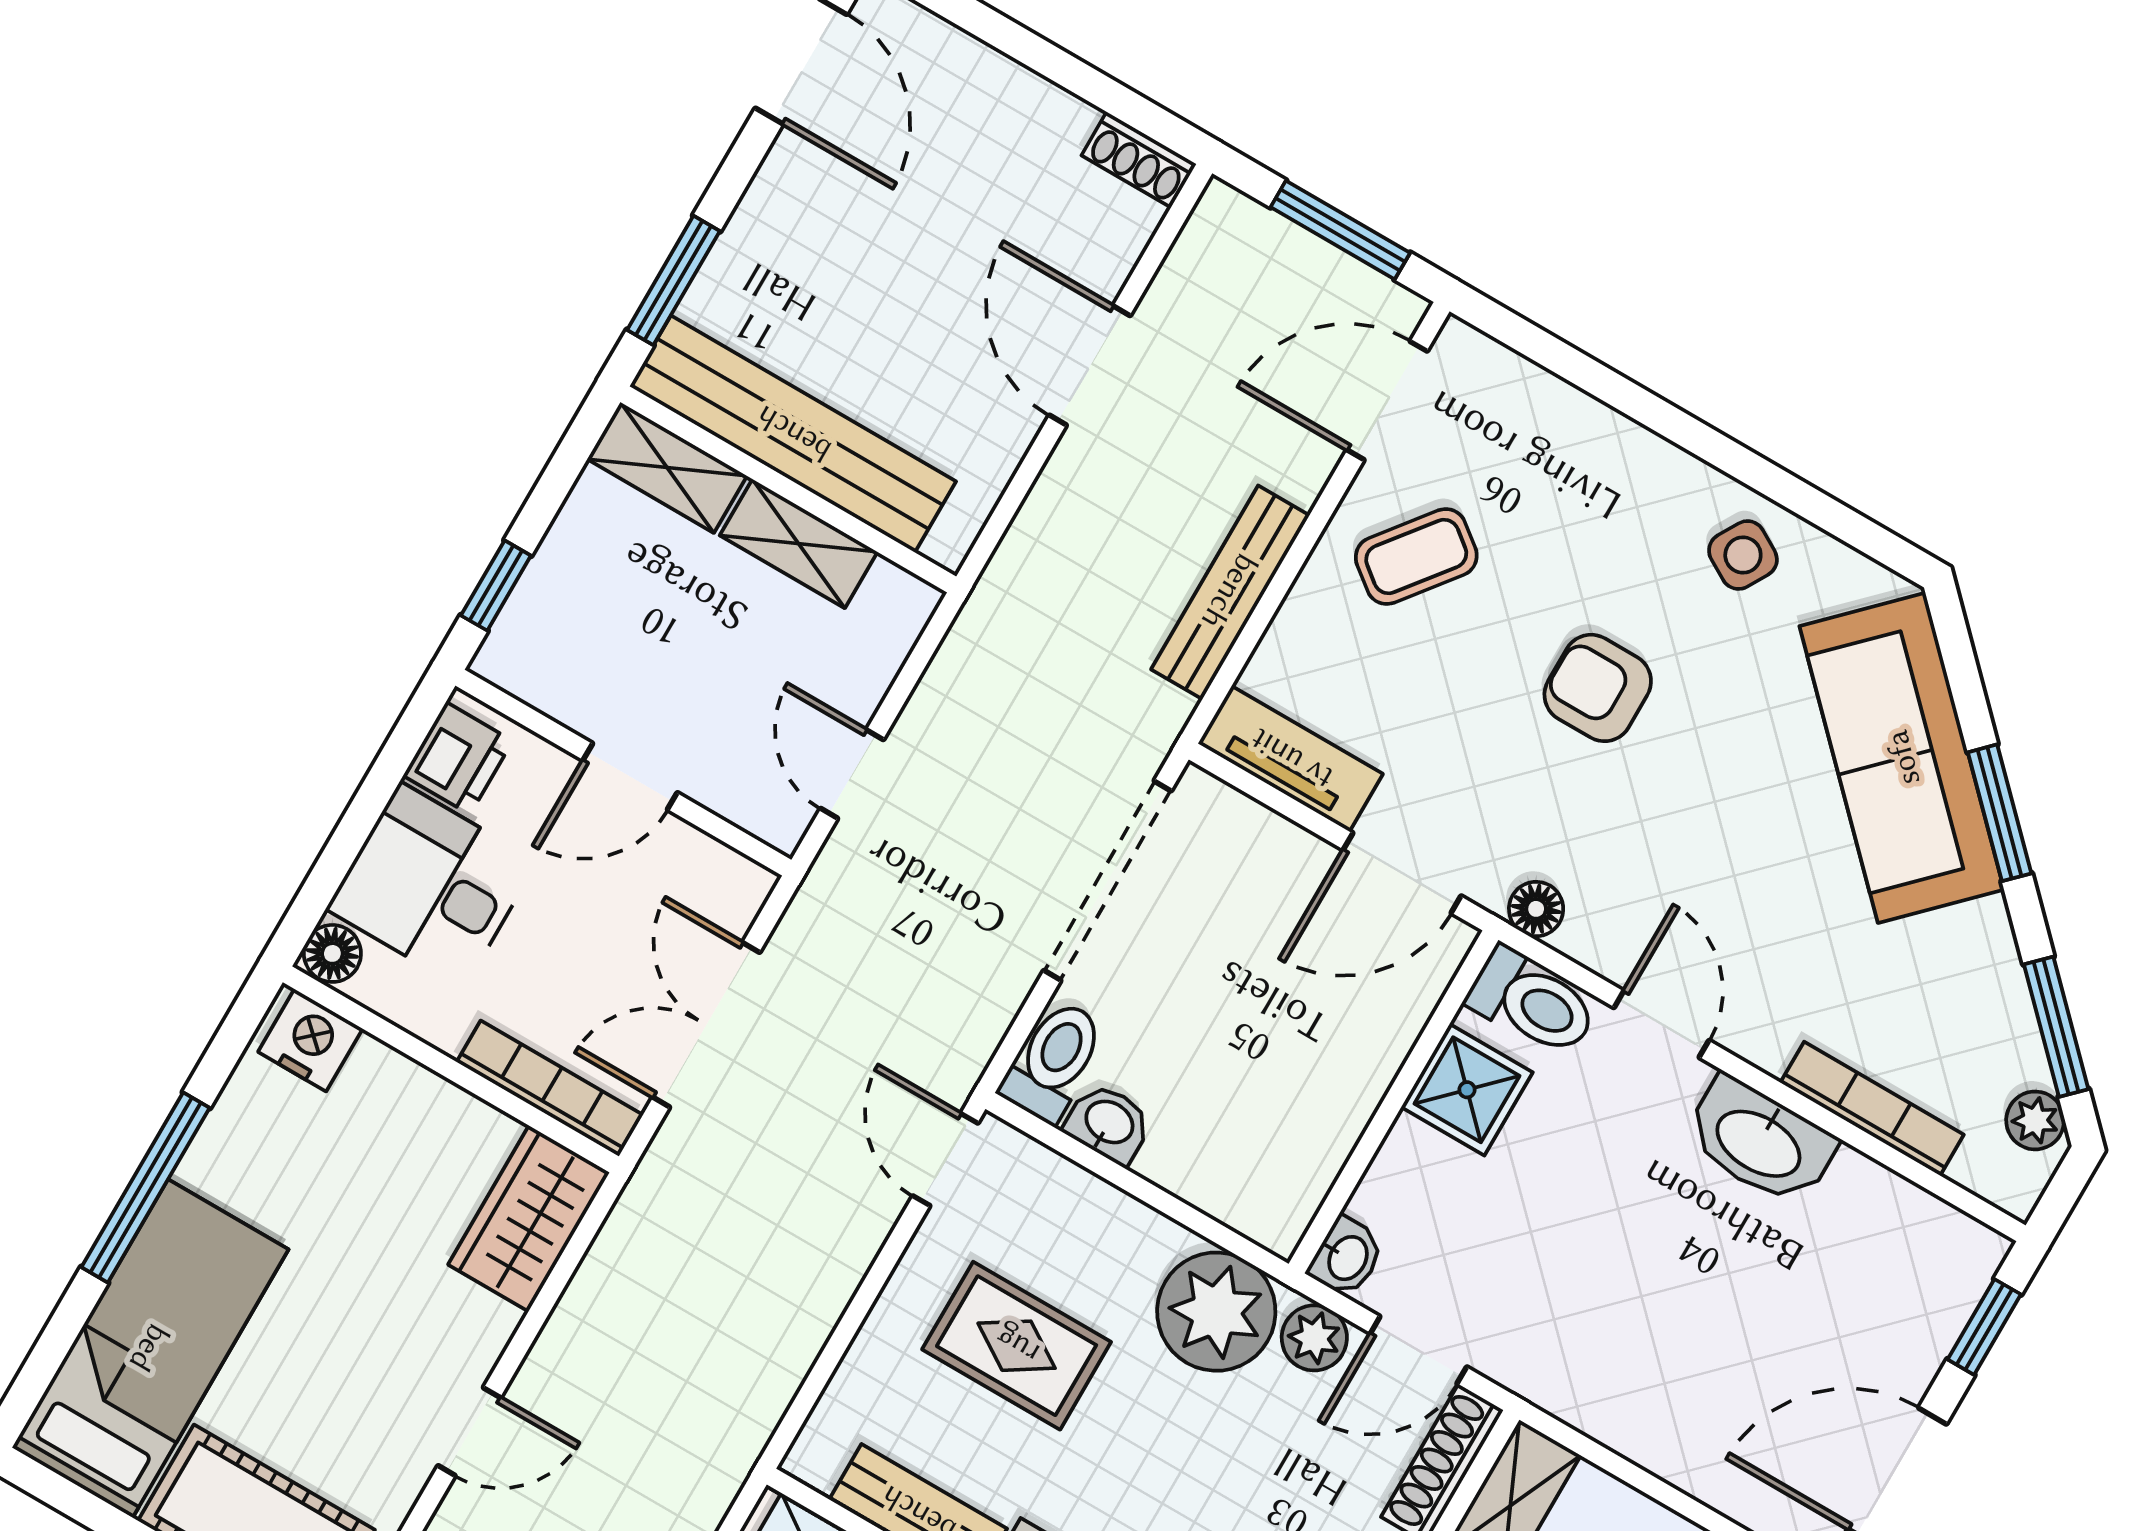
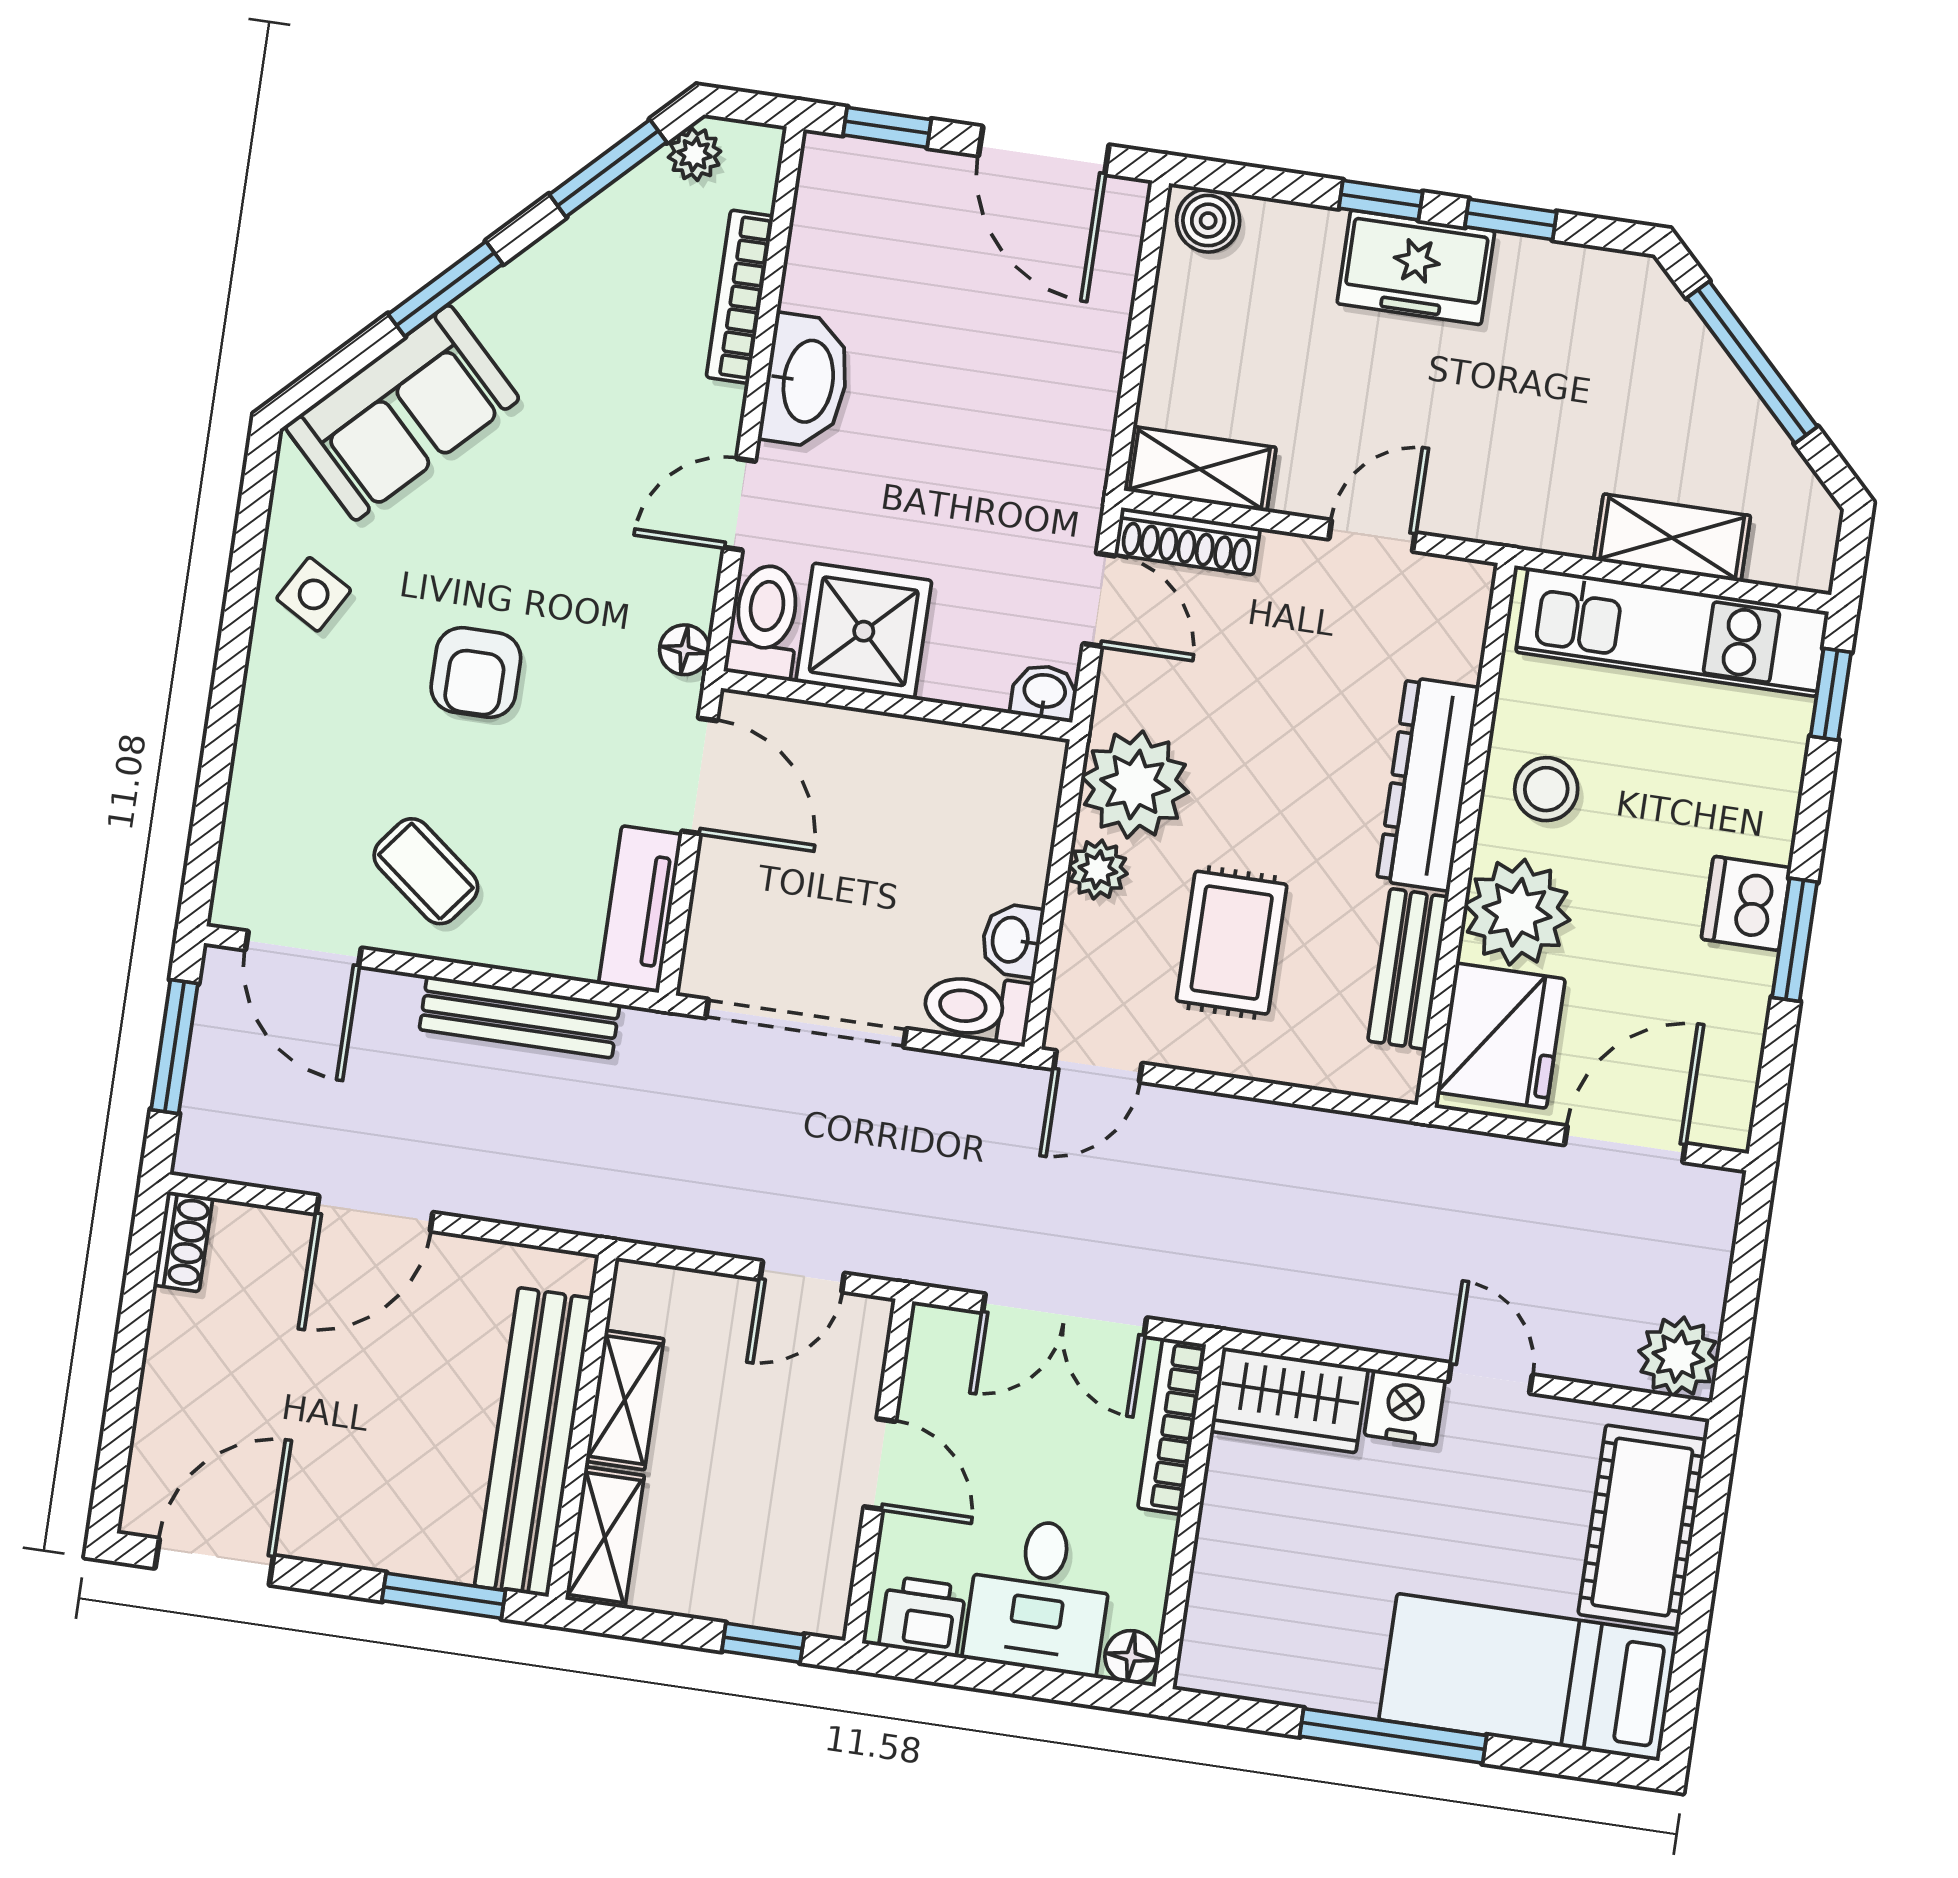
sofa: (1902, 758) -> (402, 413), width x0.73
nightstand: (310, 1040) -> (1405, 1407), moved, turned 90
shower: (1467, 1090) -> (864, 631), width x1.36, depth x1.36
plant: (1314, 1338) -> (1098, 870), moved

